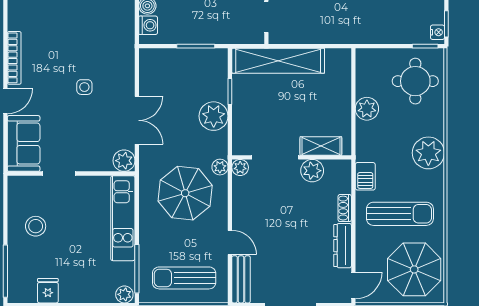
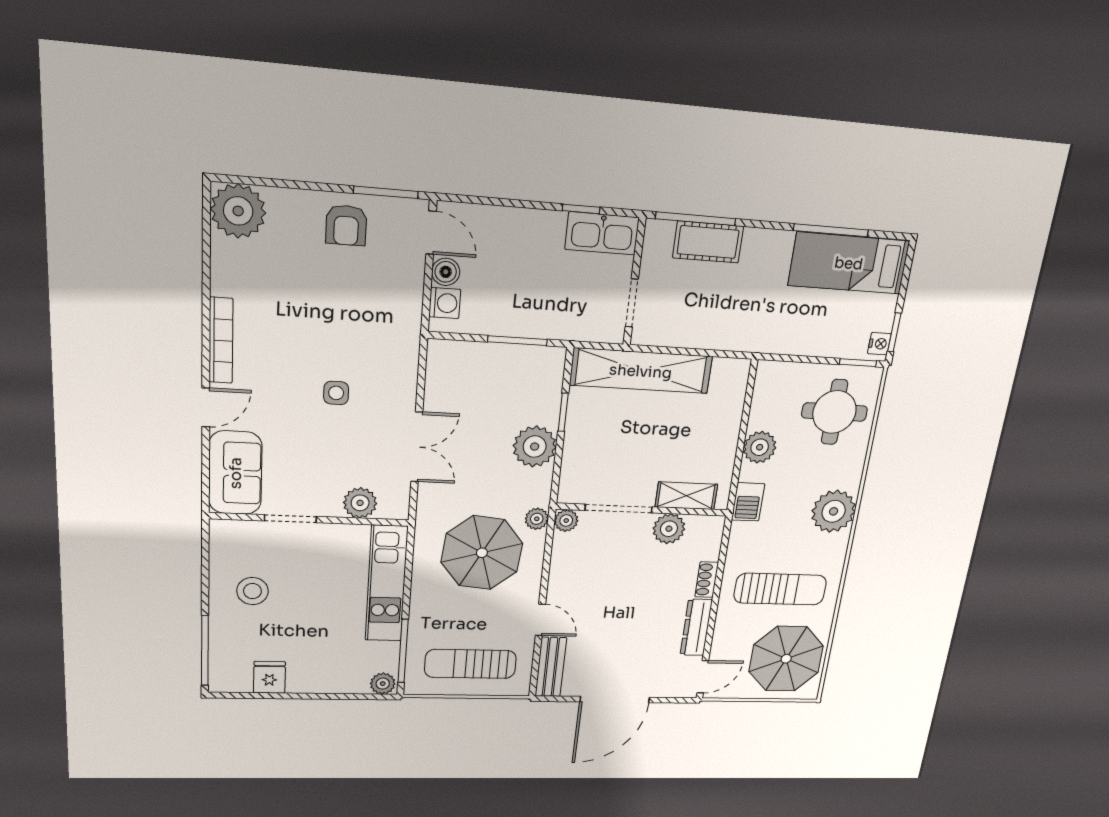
plant: (124, 161) -> (360, 503), moved
barbecue: (365, 176) -> (748, 502), moved

